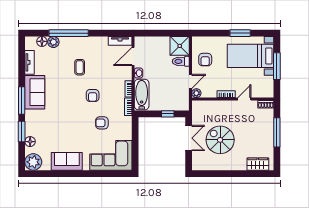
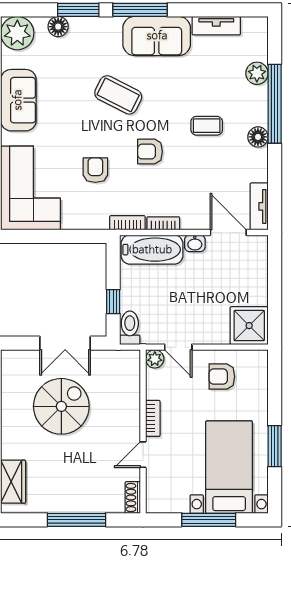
floor lamp: (42, 41) -> (258, 137), moved
toilet: (181, 61) -> (130, 328), moved
door: (244, 99) -> (143, 455), swing flipped
coffee table: (64, 111) -> (118, 95), added

